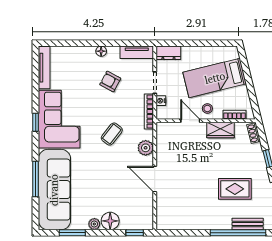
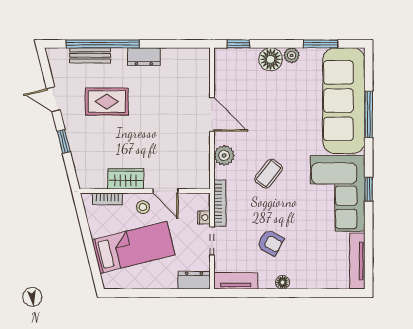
shoe rack: (254, 133) -> (82, 175), removed
dresser: (207, 223) -> (144, 57), added

